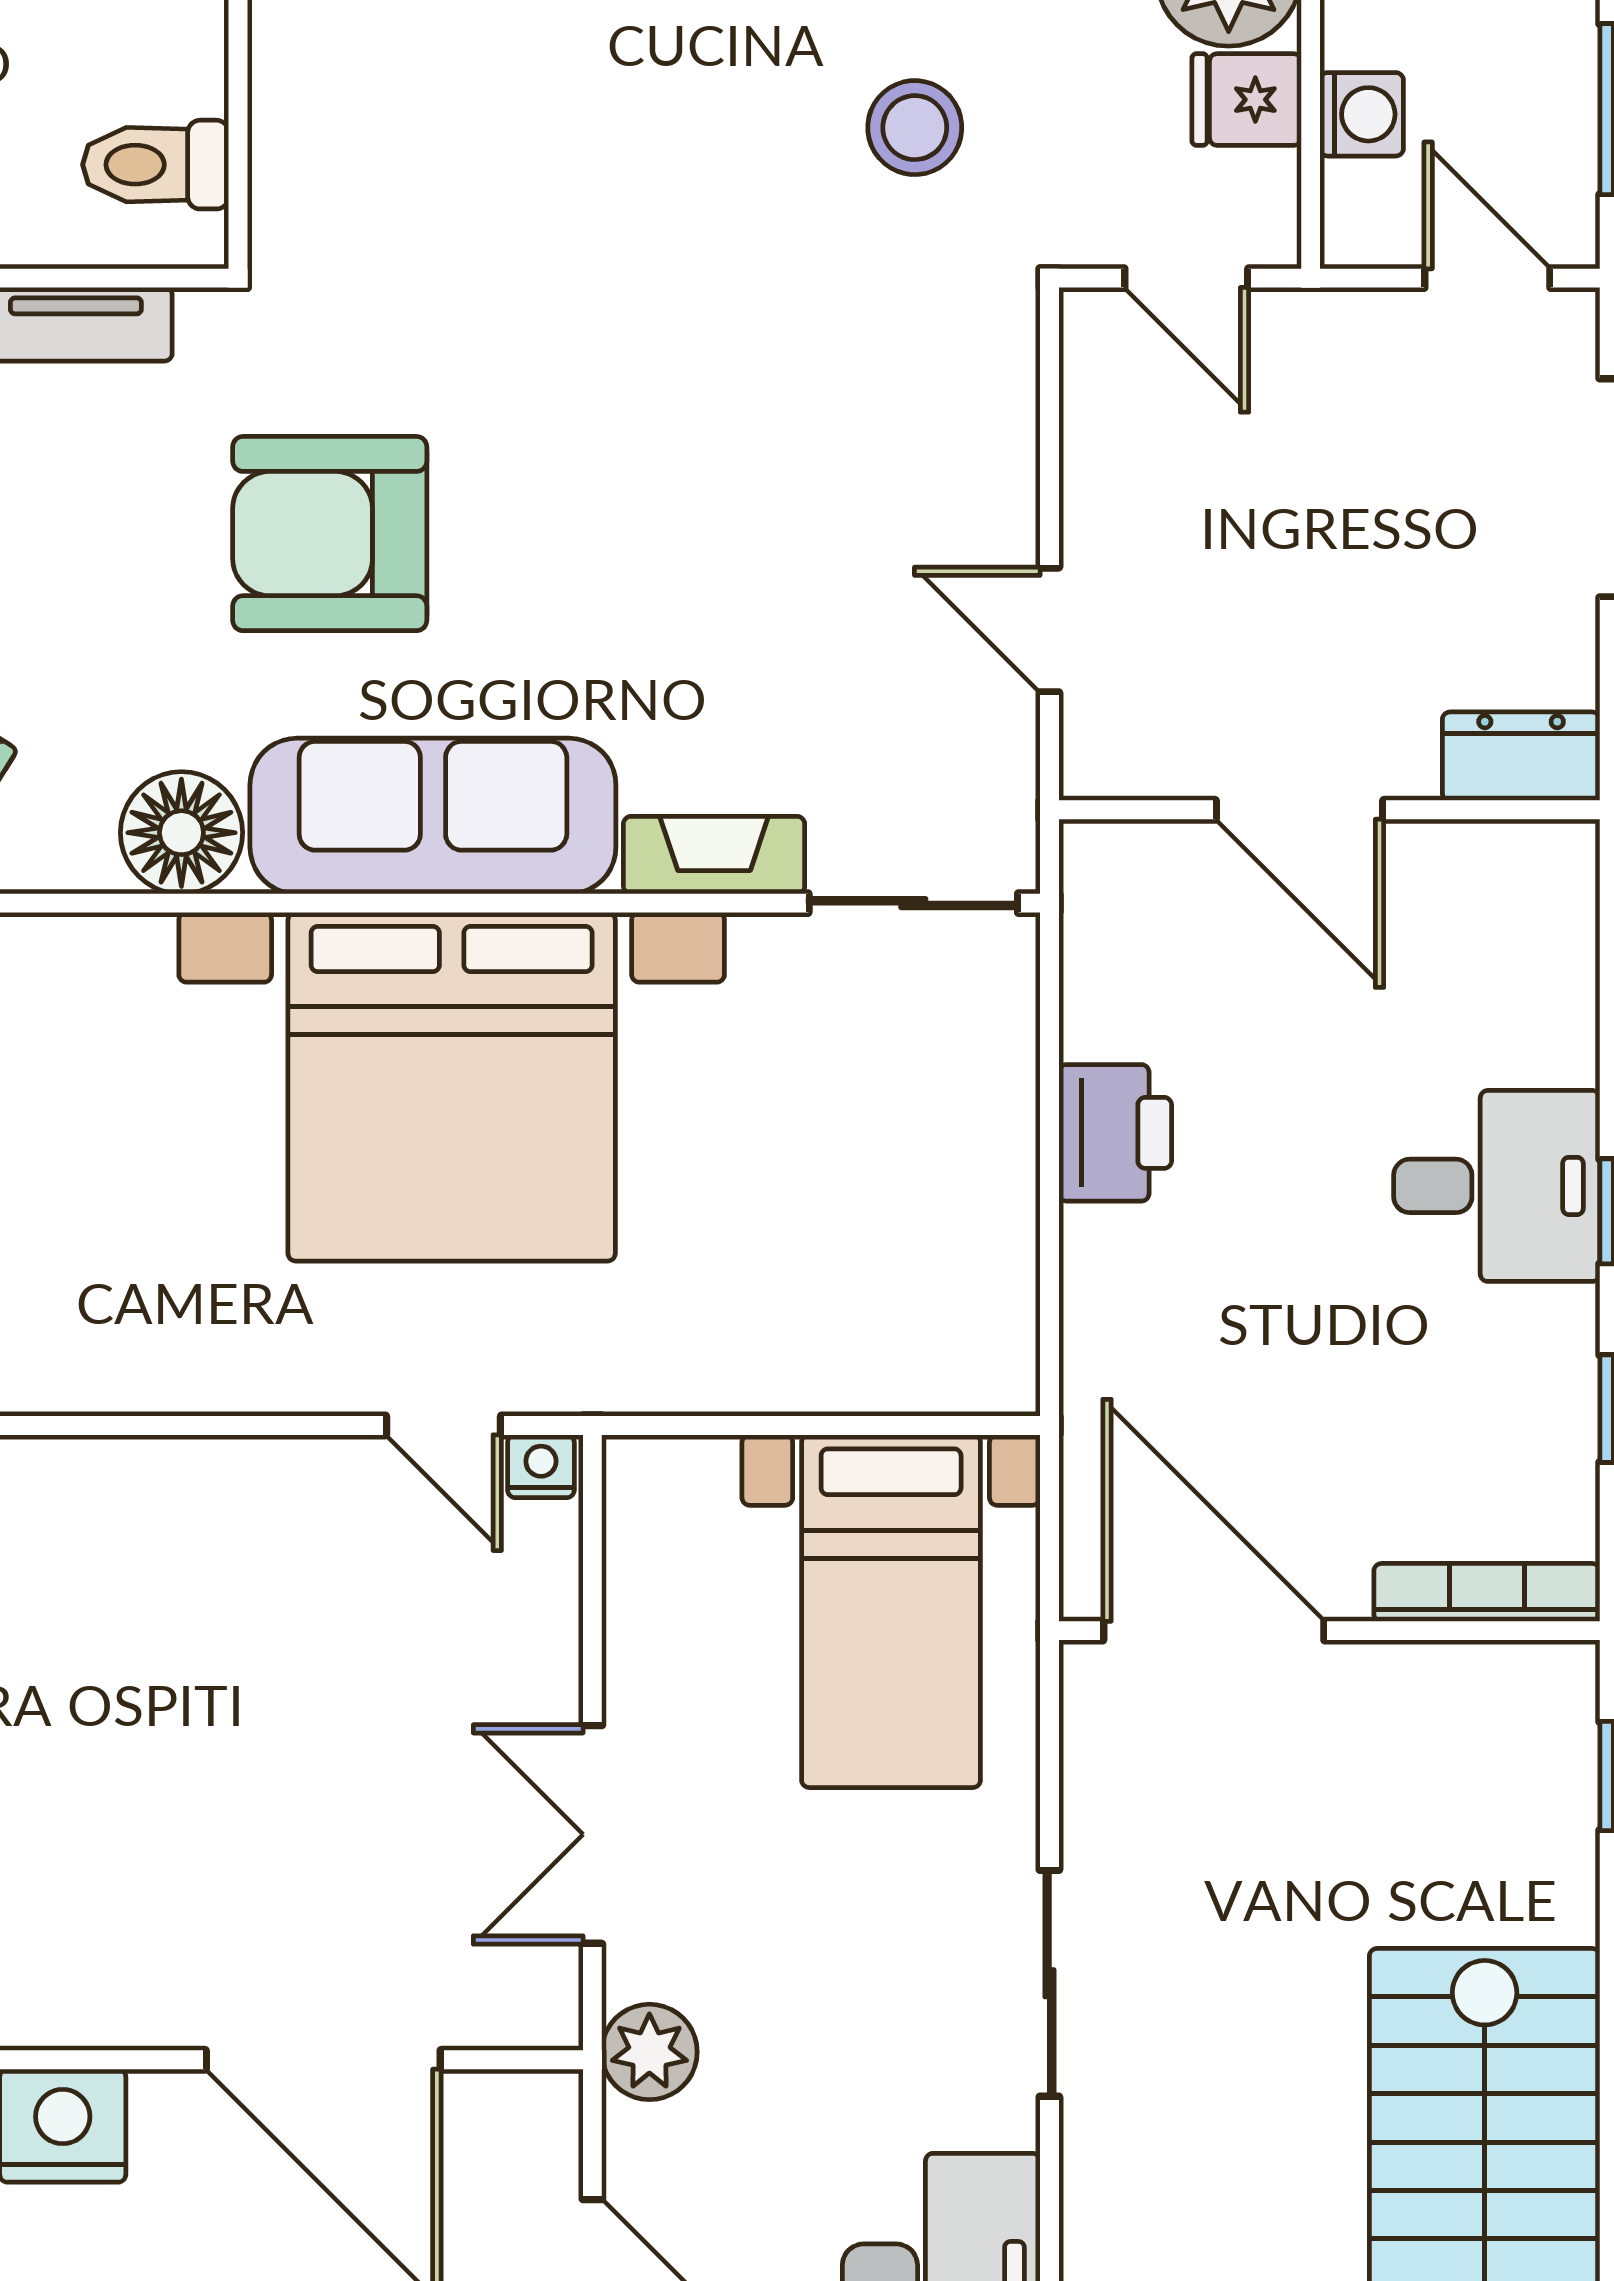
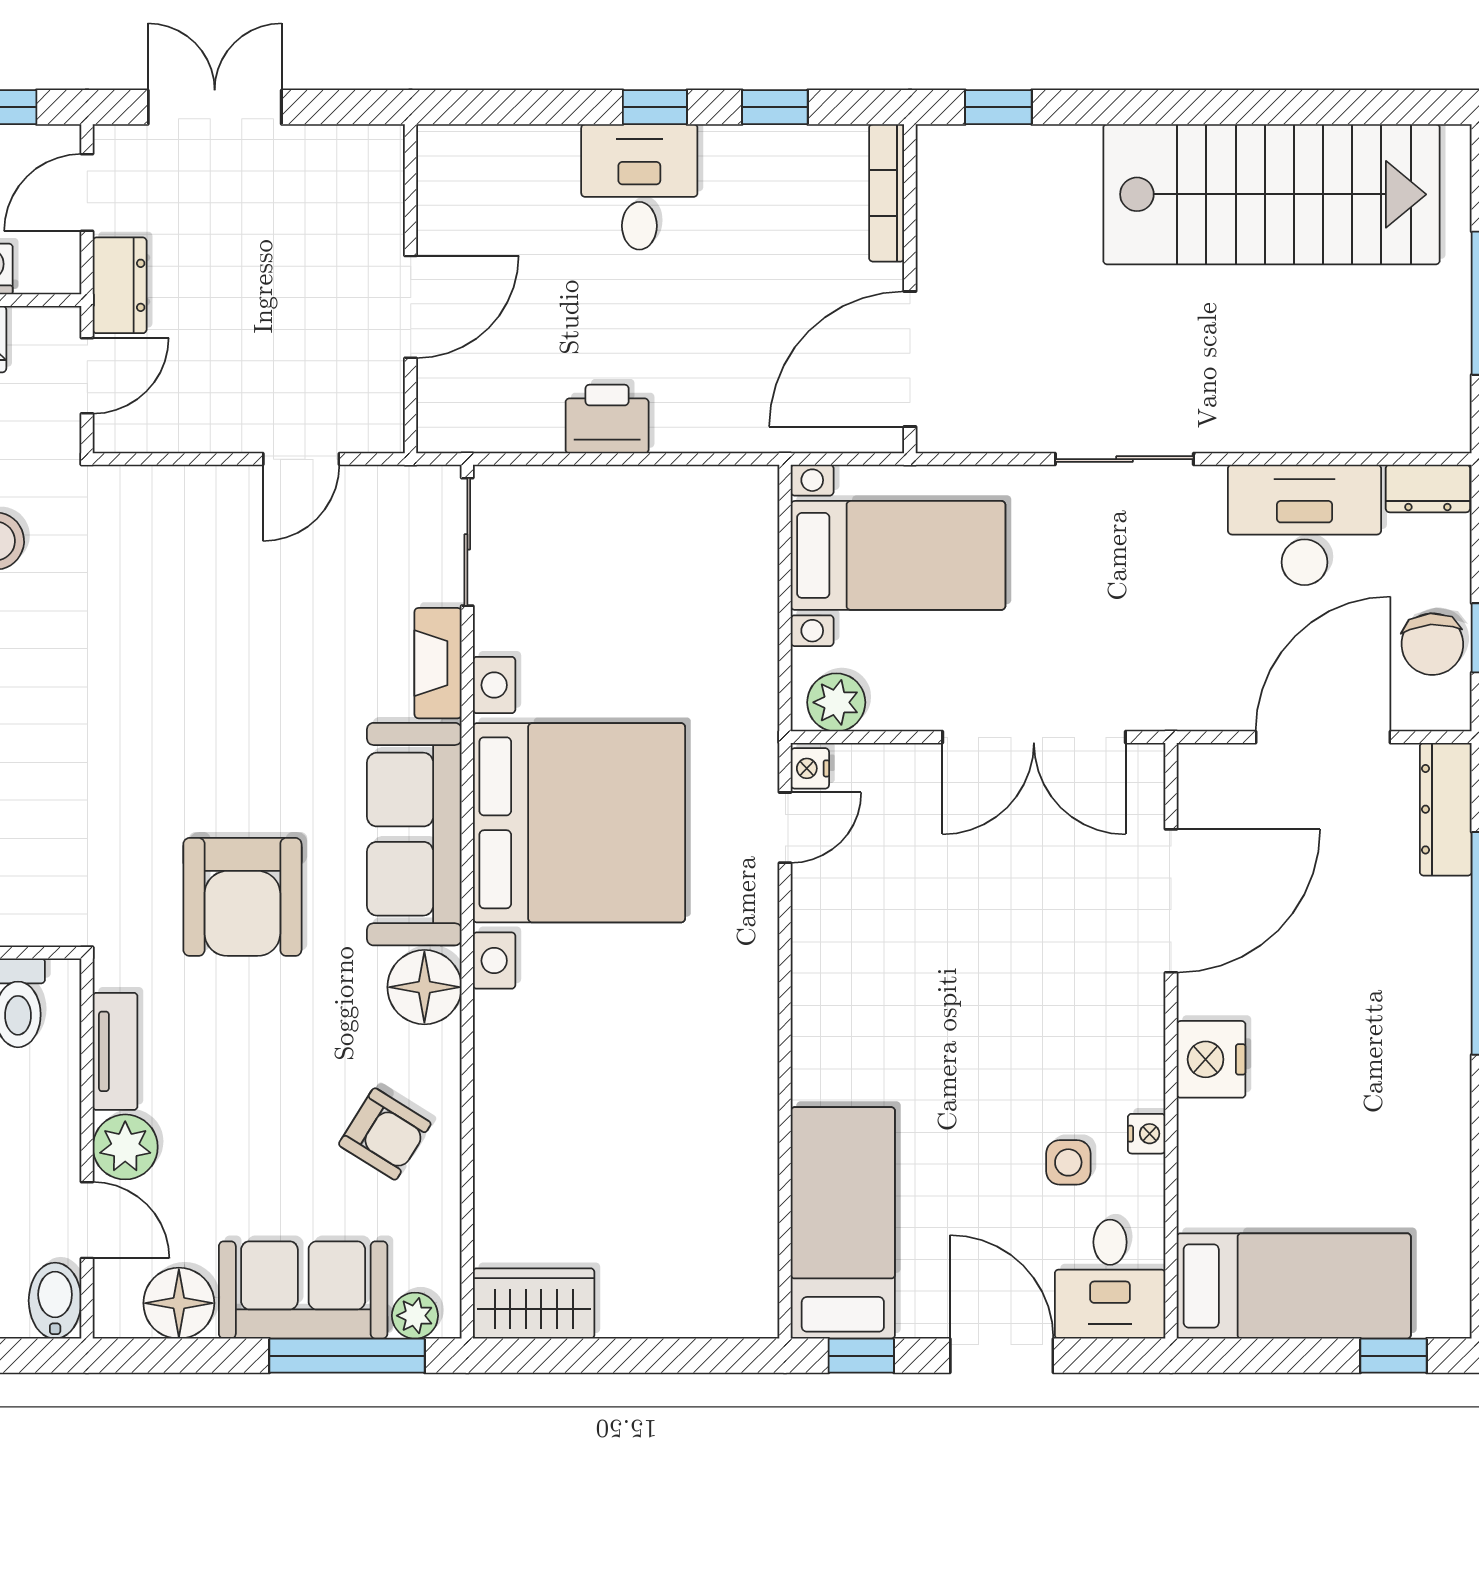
dresser: (1521, 756) -> (120, 285), moved, turned 180
double door: (592, 1834) -> (1034, 737), width x1.37
plant: (649, 2052) -> (836, 702), moved

